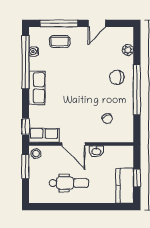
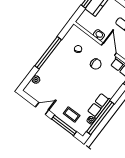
chair: (117, 77) -> (96, 64), moved
row of seats: (37, 88) -> (99, 106), moved

